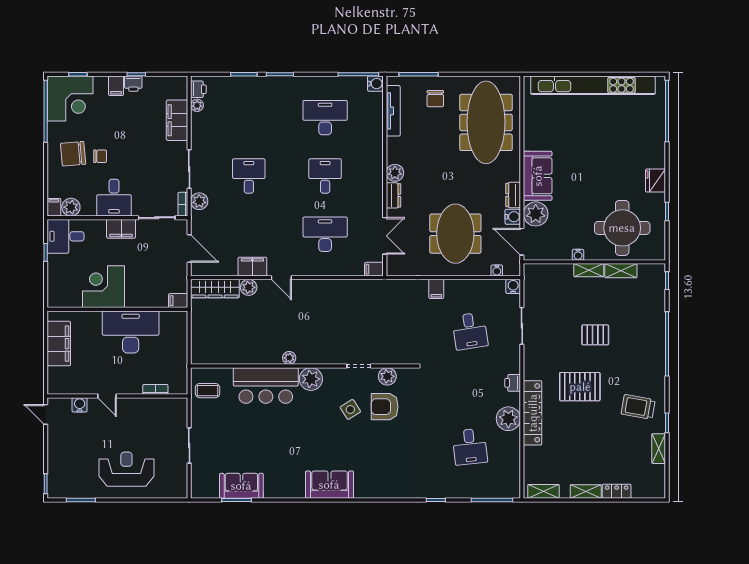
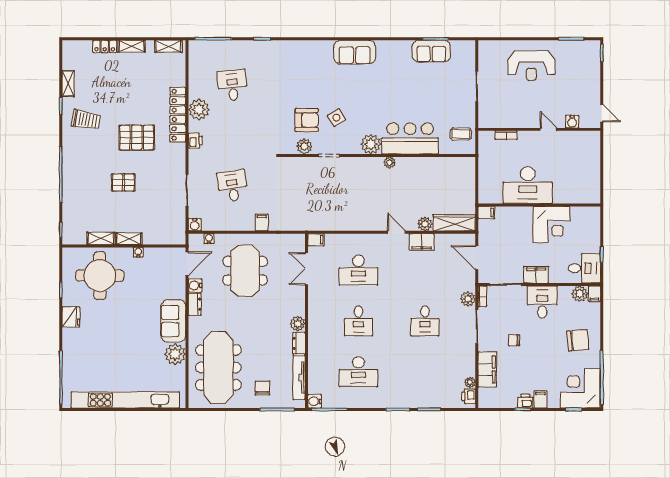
chair: (100, 156) -> (514, 340), moved
dresser: (393, 195) -> (299, 343), moved
plant: (536, 214) -> (175, 354), moved
door: (522, 242) -> (187, 264), hinge flipped
filing cabinet: (59, 344) -> (590, 175), removed

